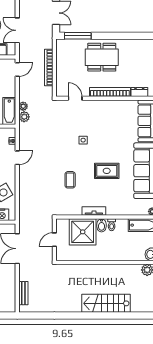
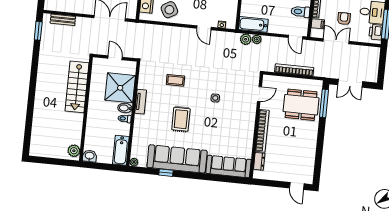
dining table: (102, 57) -> (301, 105), moved, turned 90
stairs: (106, 303) -> (77, 87), moved, turned 180
window: (36, 316) -> (38, 31), added

